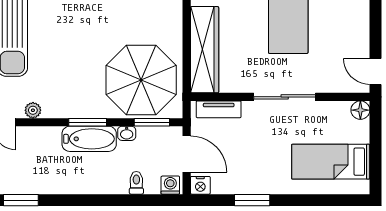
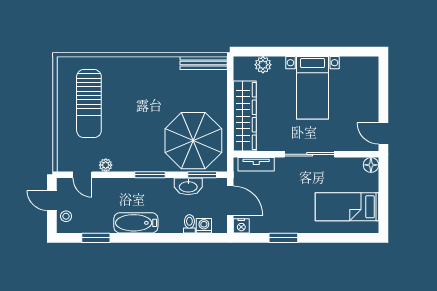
washbasin: (127, 133) -> (188, 186), width x1.91, depth x1.45
bathtub: (89, 139) -> (136, 223), moved, turned 180
washing machine: (170, 185) -> (204, 226), moved

